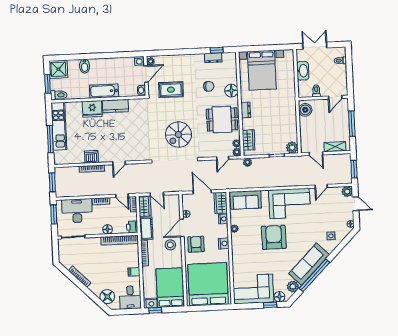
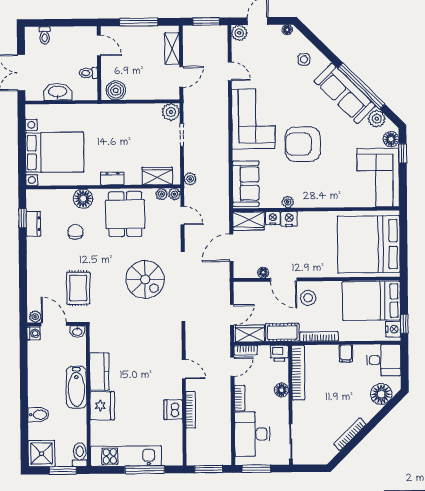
nightstand: (224, 243) -> (289, 219), moved
armchair: (196, 244) -> (308, 260), removed

